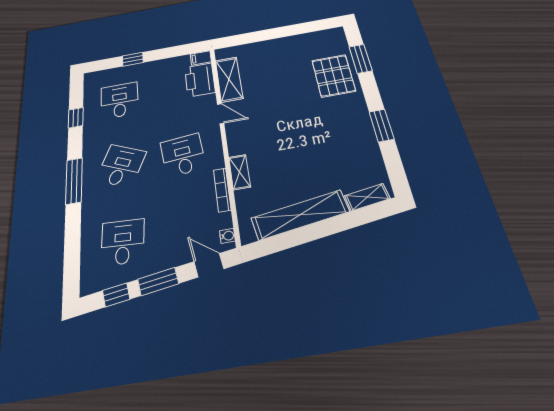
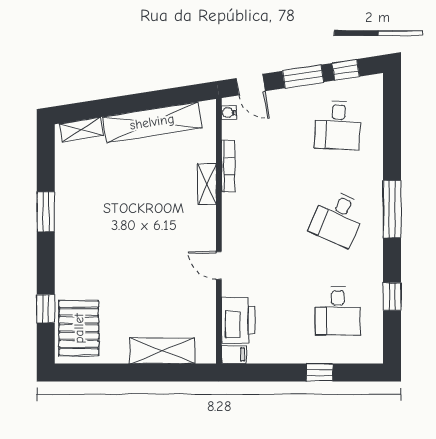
window: (361, 59) -> (46, 309), width x0.67
pallet: (334, 76) -> (79, 328), moved
shelving: (229, 79) -> (162, 351), moved, turned 90
desk: (183, 155) -> (267, 218), removed

